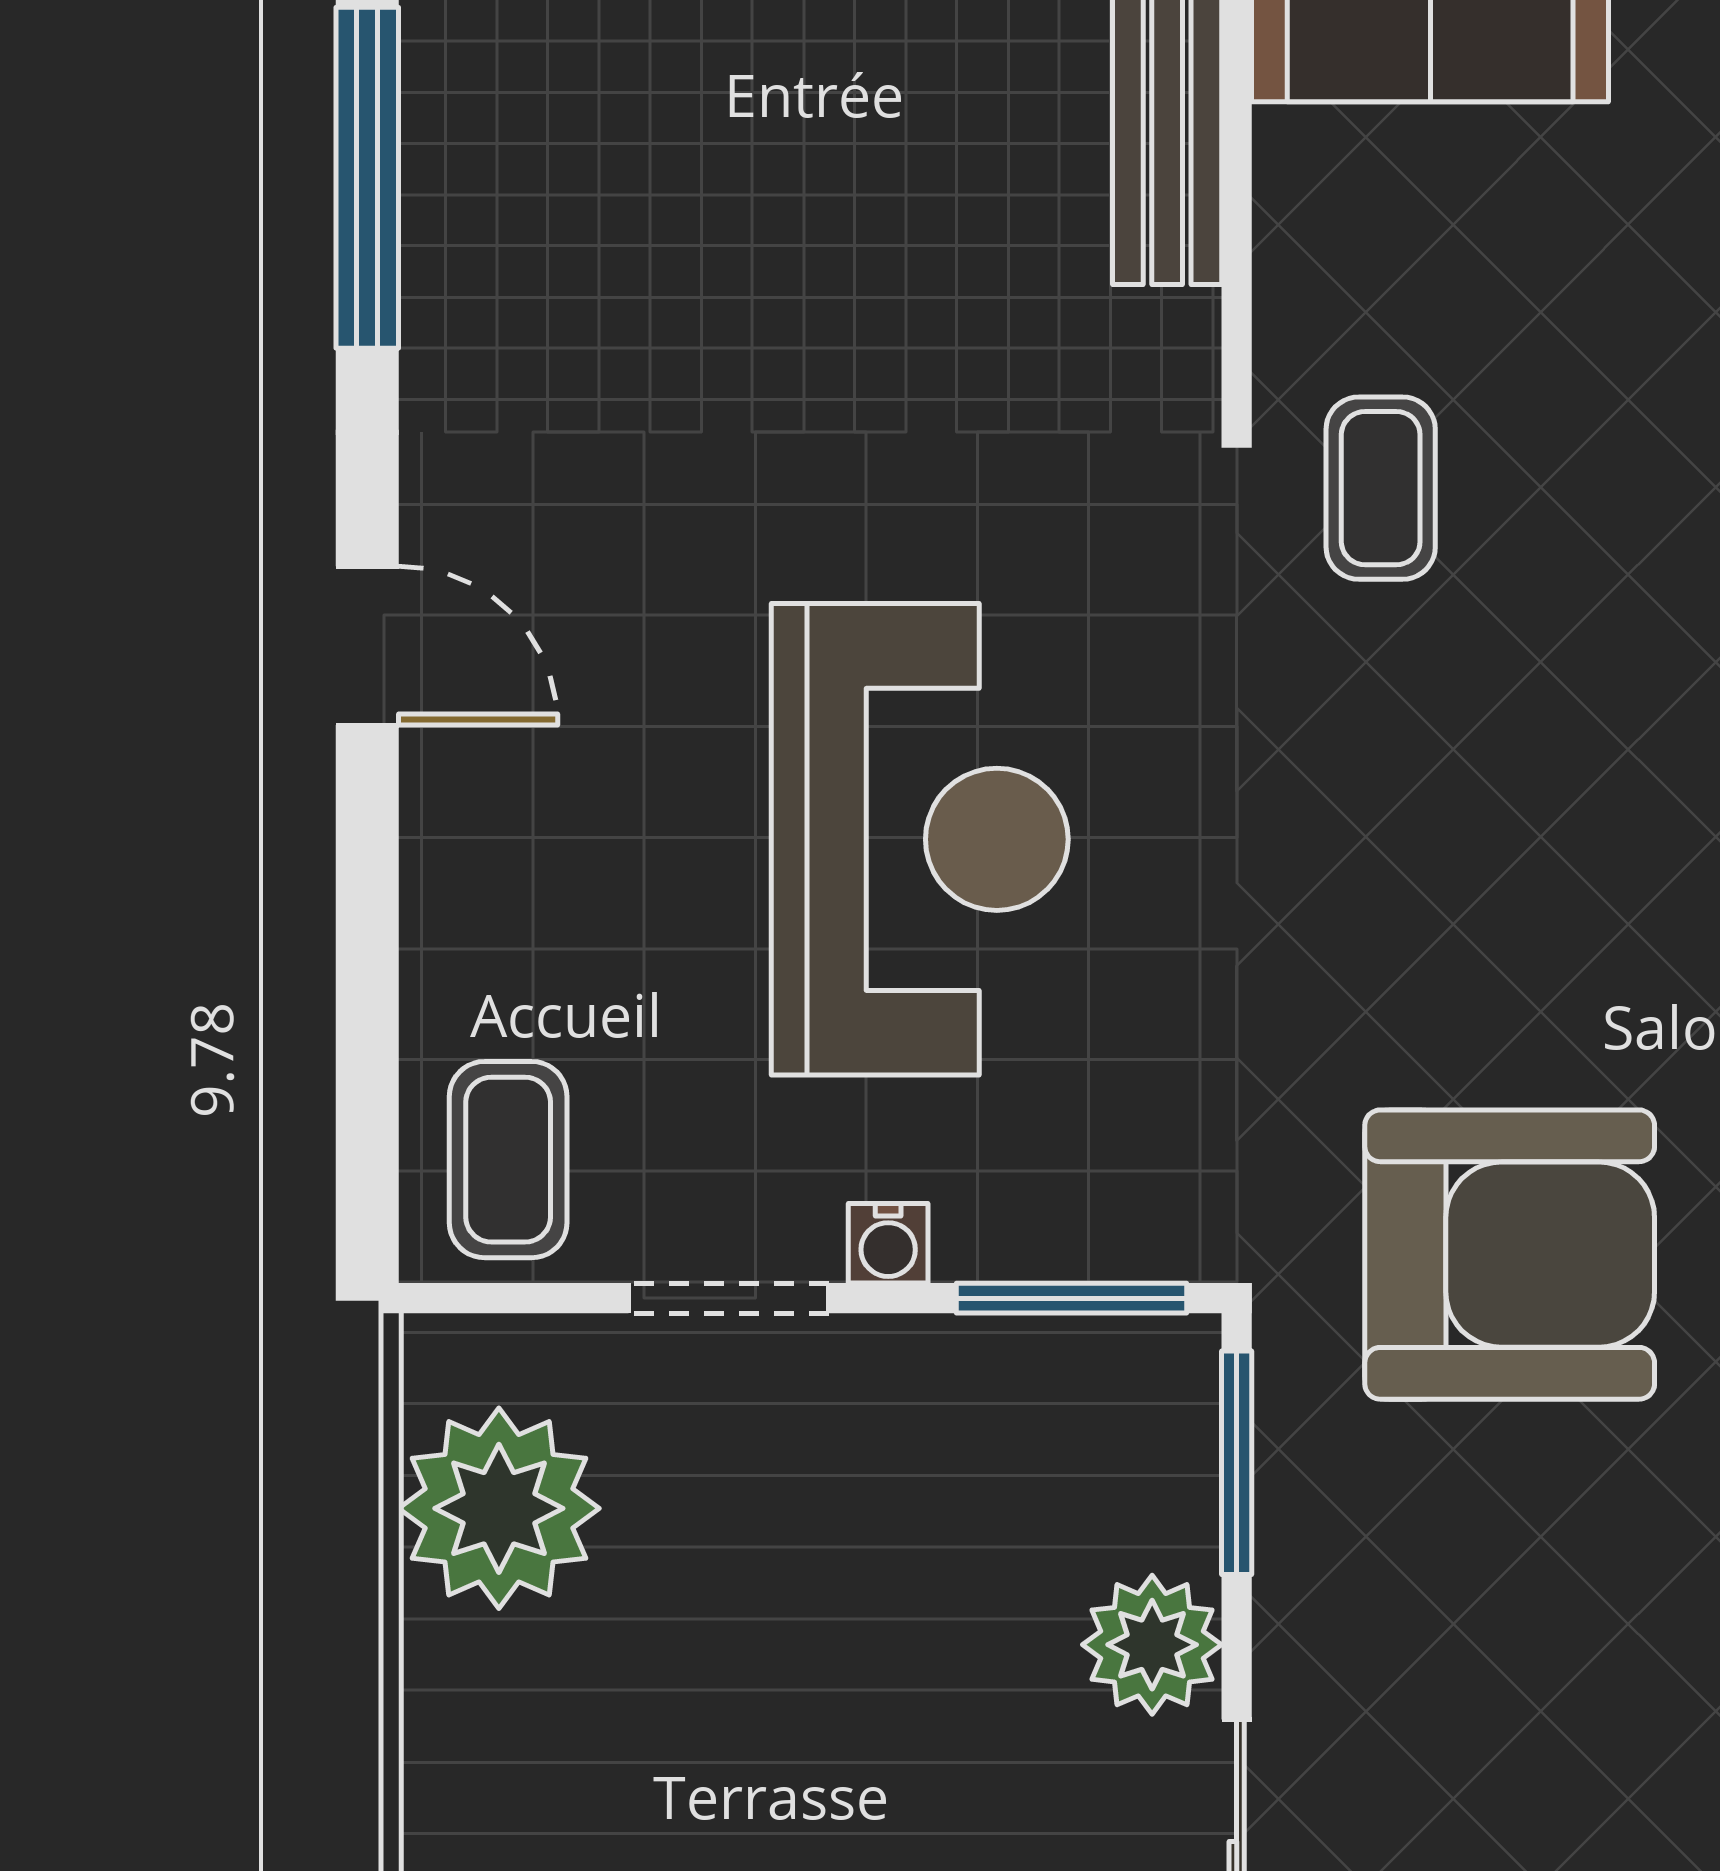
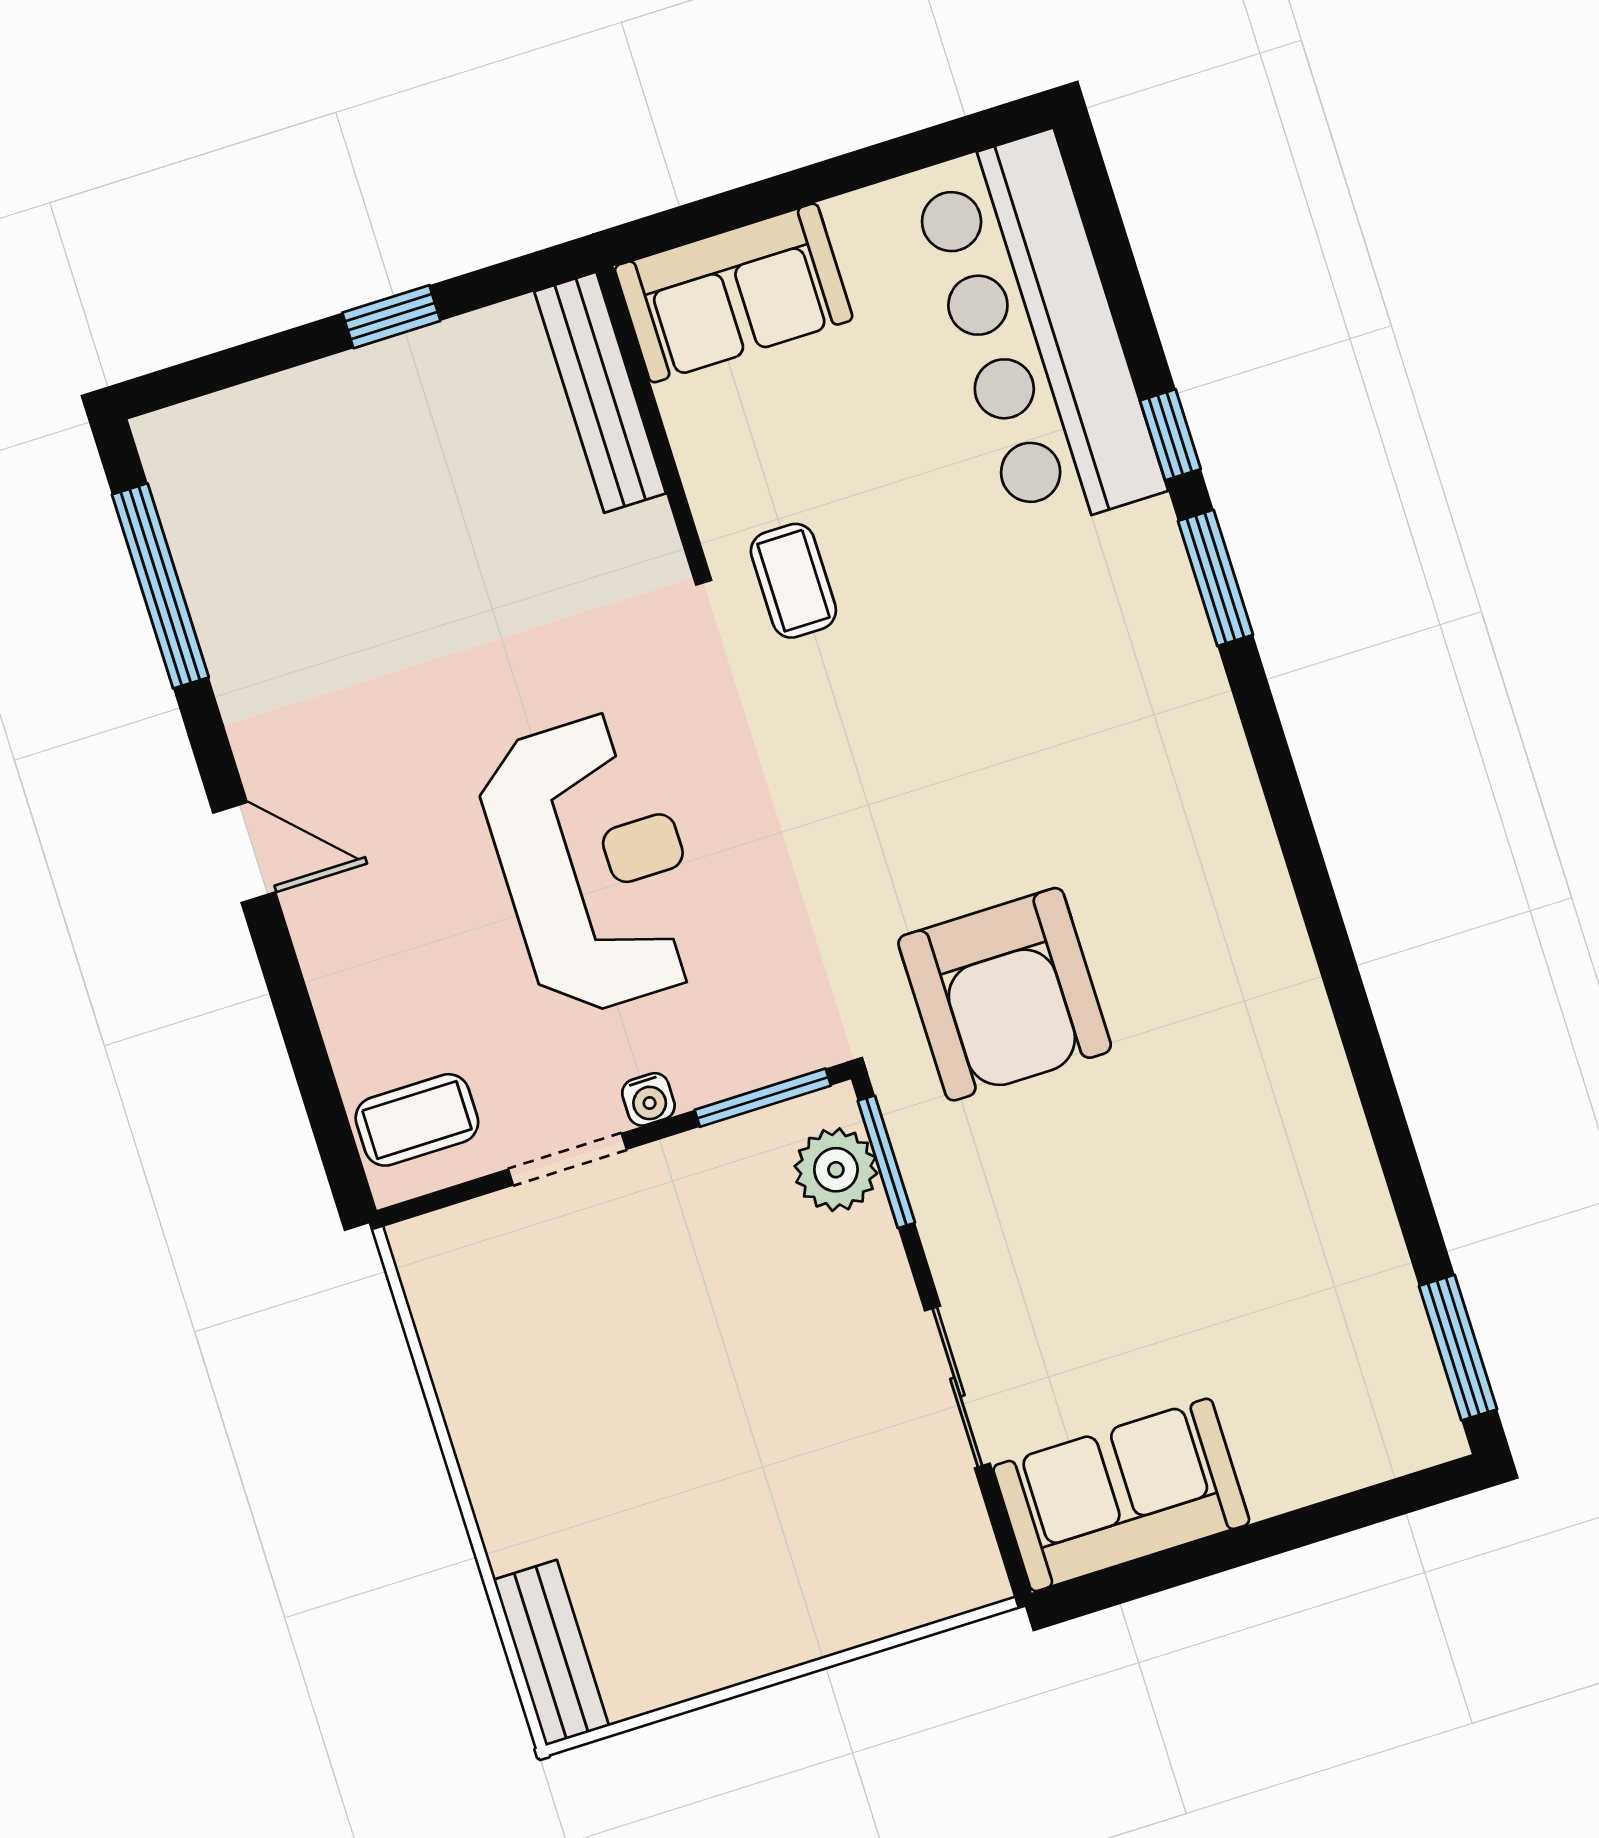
coffee table: (508, 1160) -> (417, 1120), turned 90
armchair: (1510, 1255) -> (1005, 994), turned 90
plant: (499, 1508) -> (474, 1320), removed
plant: (1152, 1645) -> (836, 1170), moved

